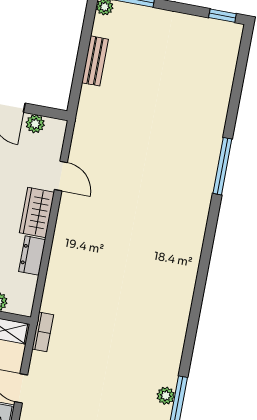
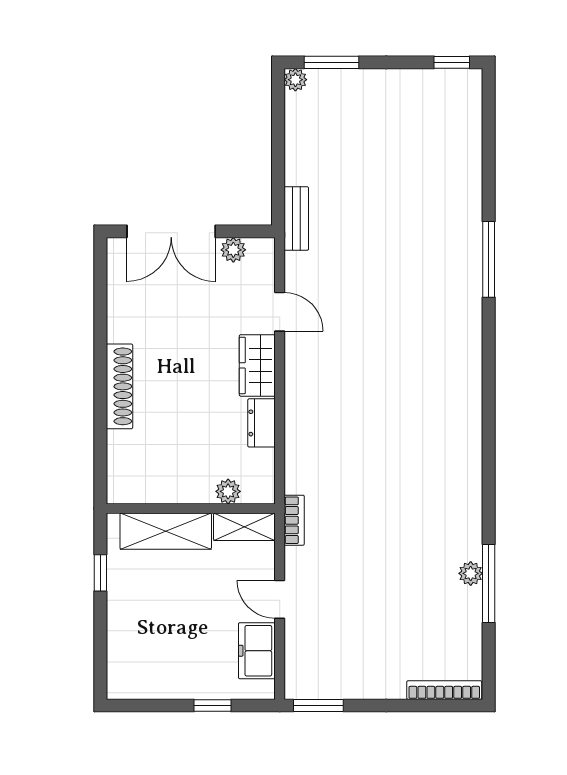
bench: (95, 61) -> (296, 219), moved

